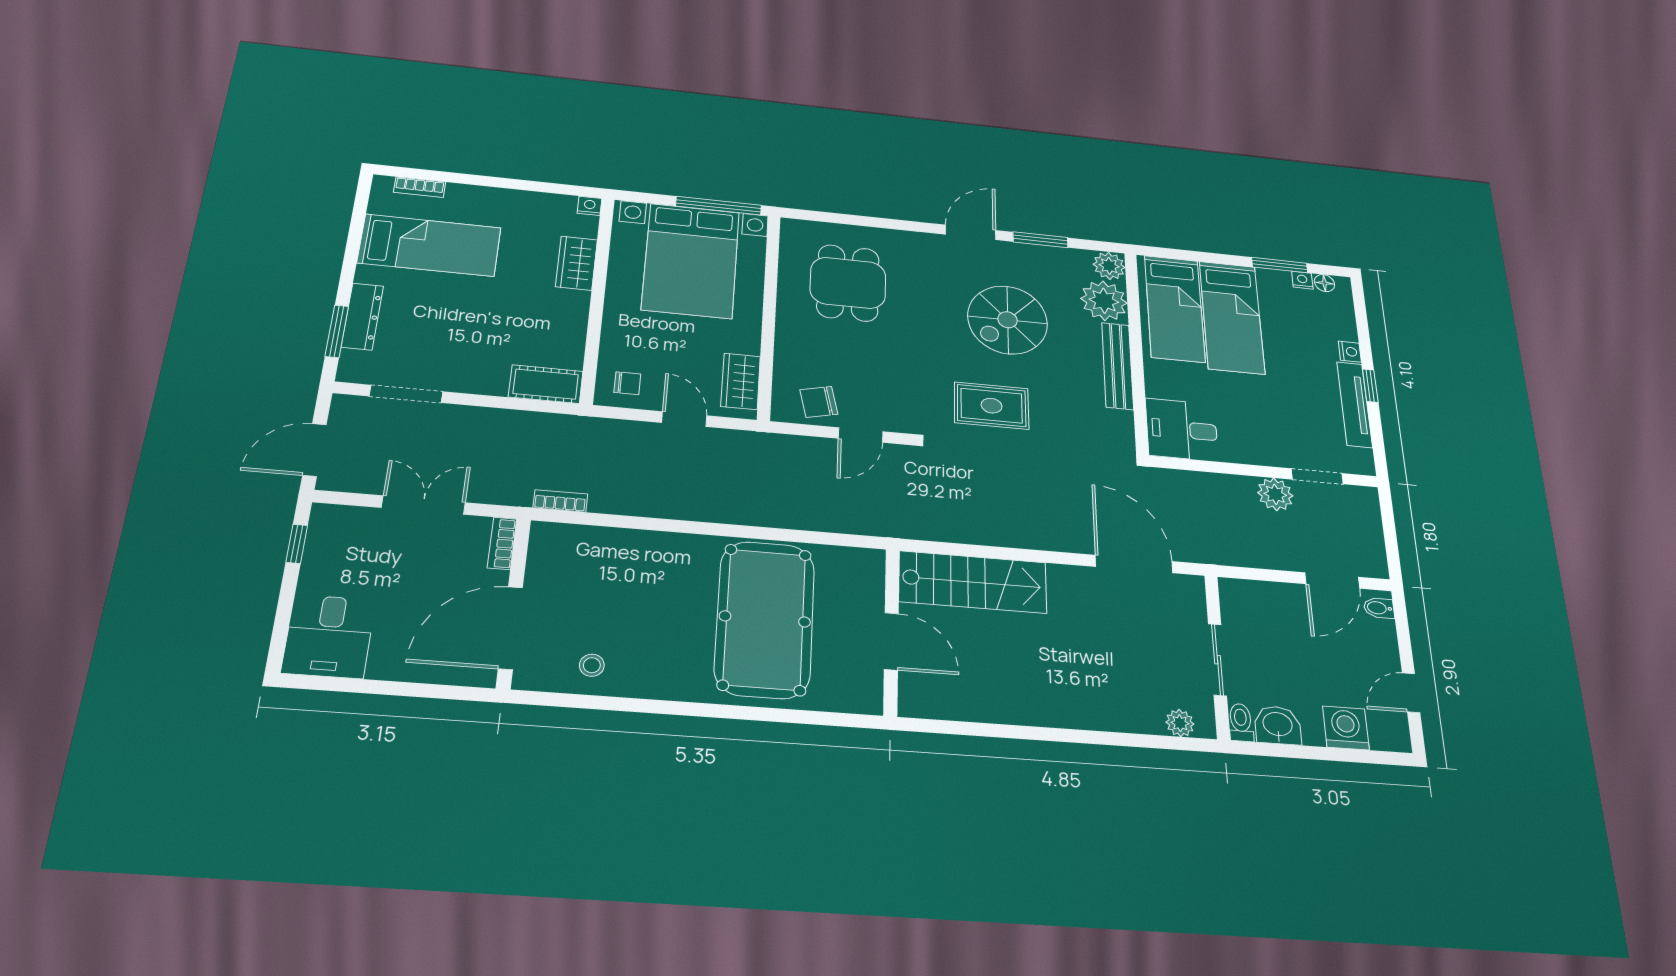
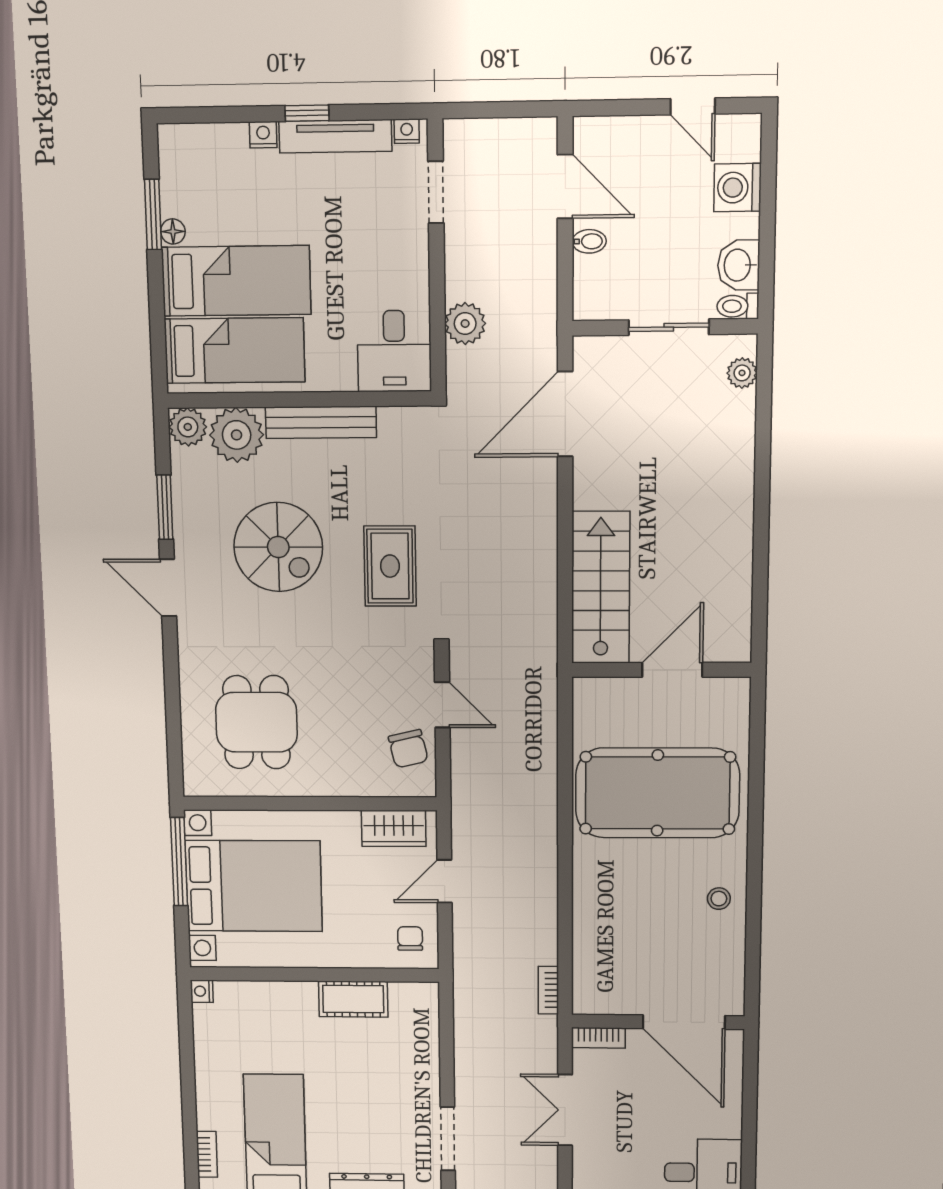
wardrobe: (576, 263) -> (275, 998), removed
nightstand: (1302, 280) -> (407, 131), moved, turned 90
dining table: (848, 283) -> (256, 722), turned 90
floor lamp: (1324, 283) -> (173, 231), moved
cot: (546, 384) -> (353, 999), moved, turned 90
plant: (1275, 494) -> (465, 324), moved
bidet: (1379, 608) -> (589, 241), moved, turned -90
stool: (592, 665) -> (719, 899), moved

